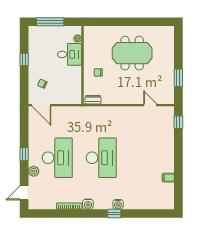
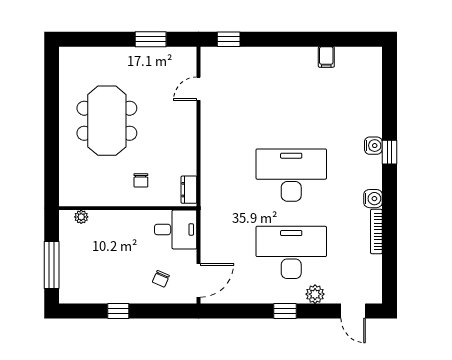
desk: (69, 54) -> (176, 230), moved, turned 90

